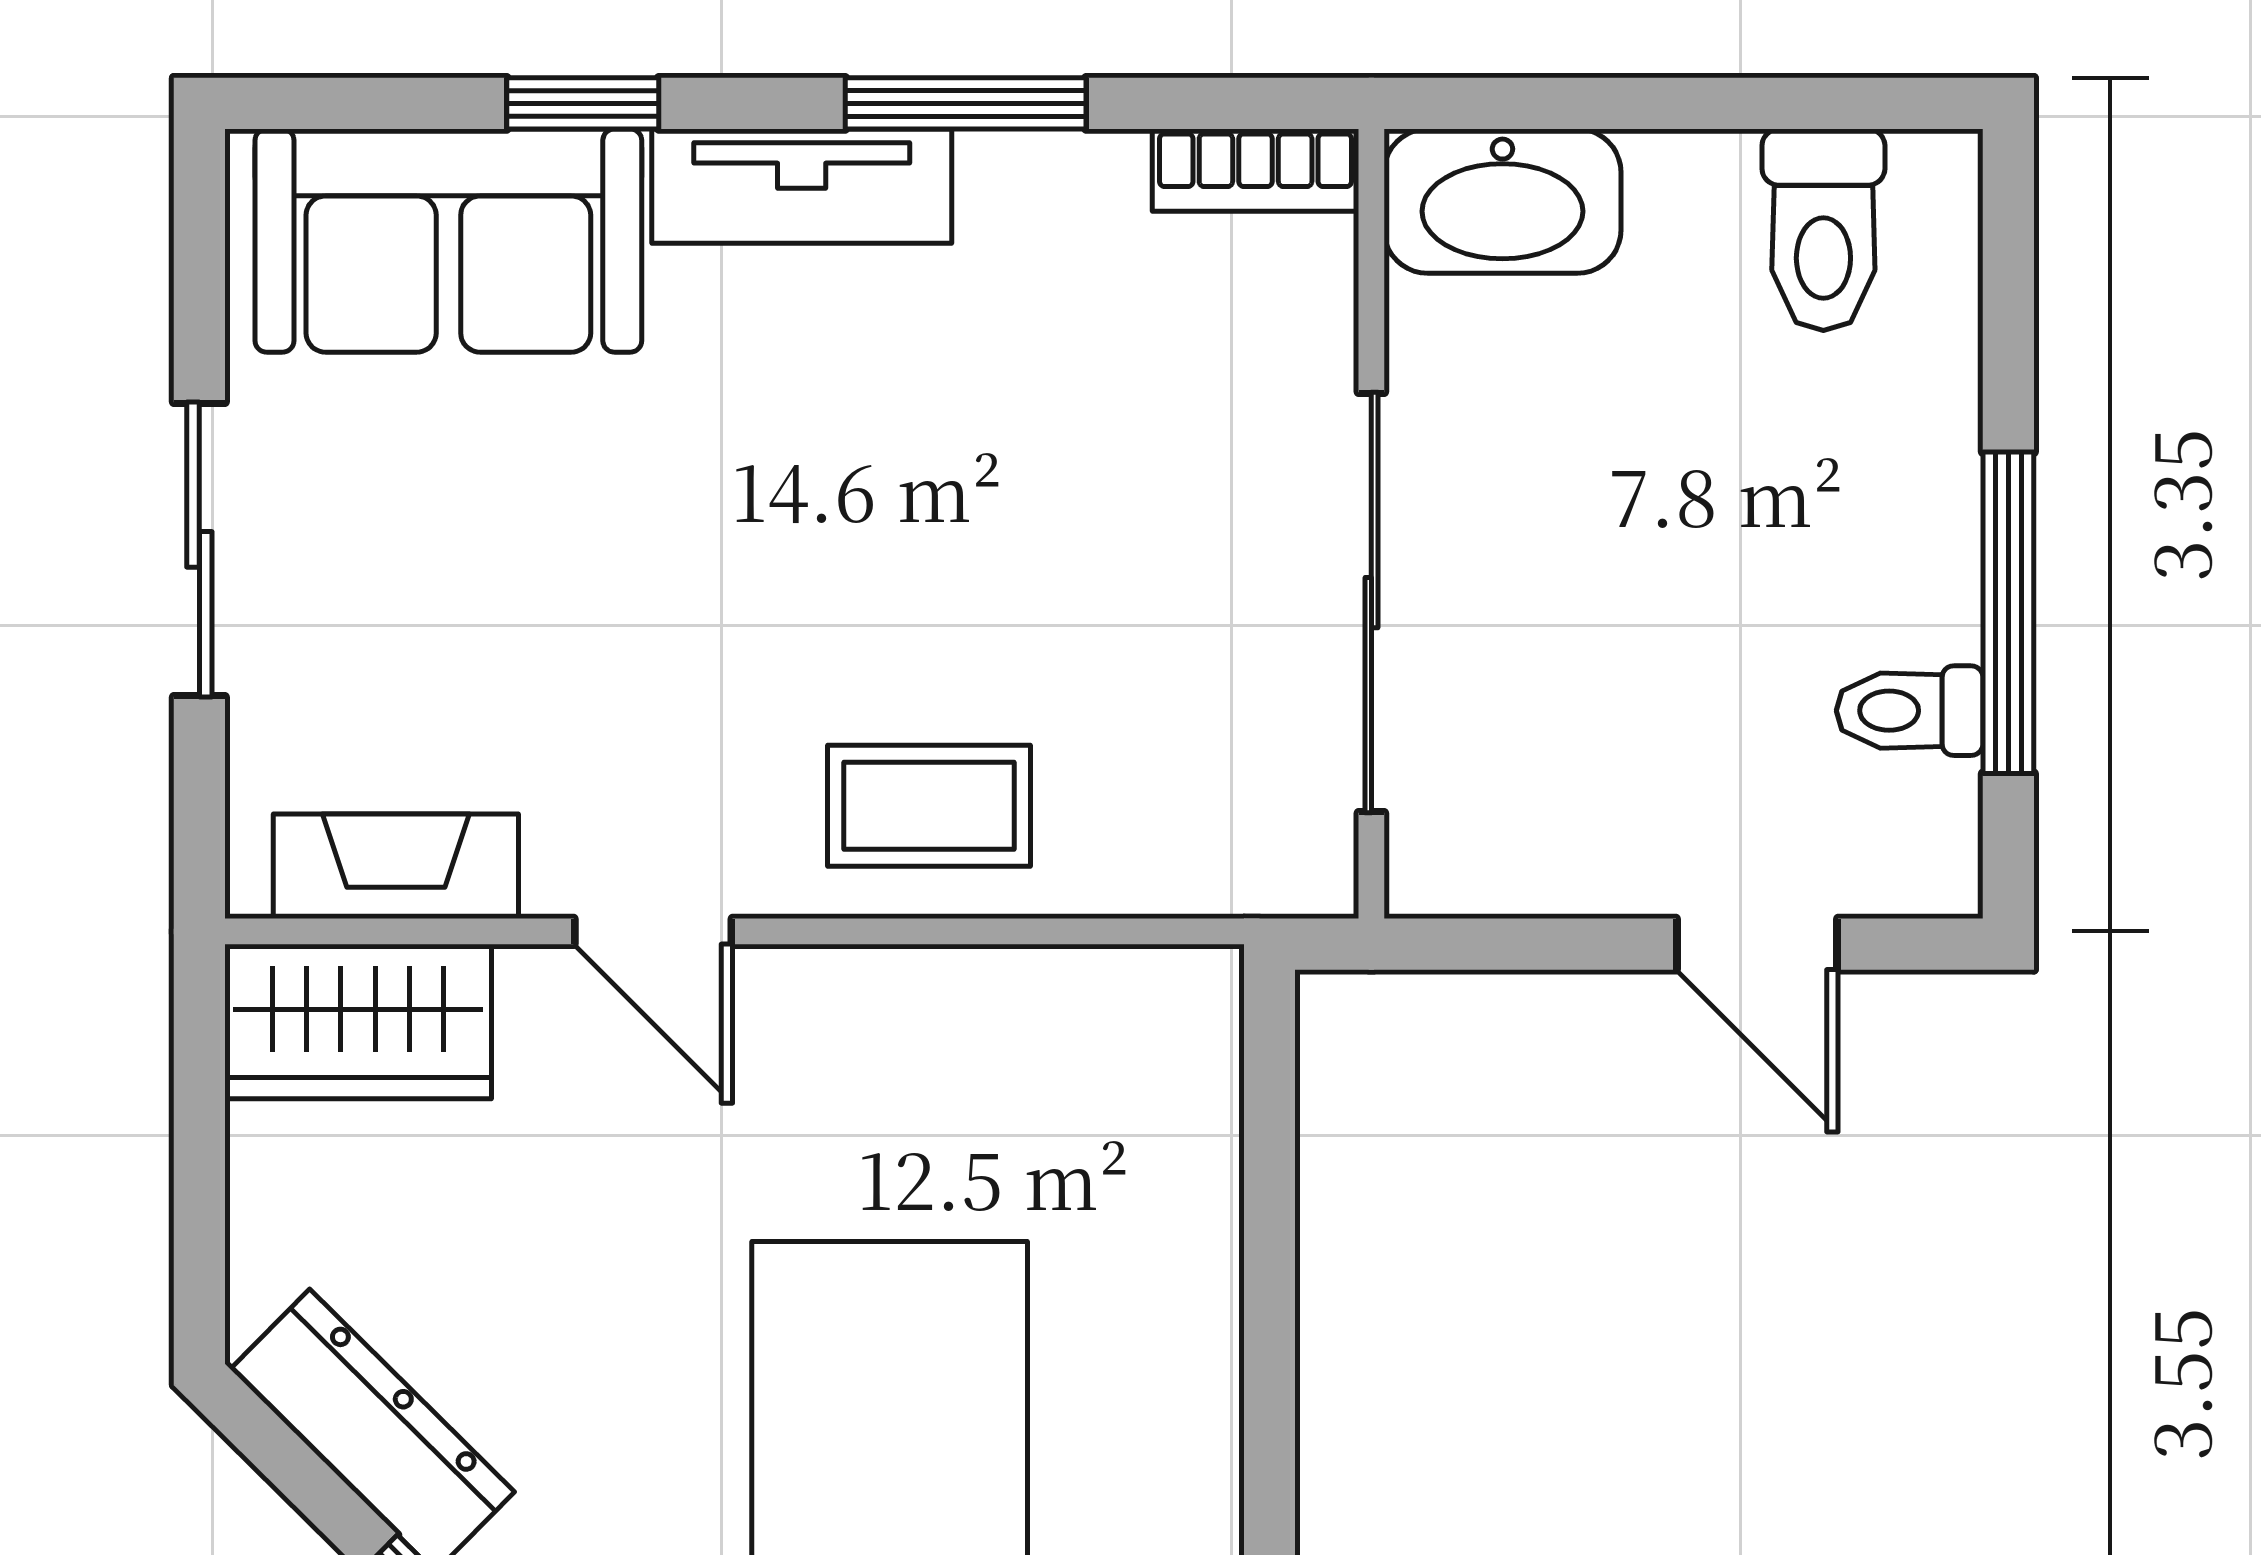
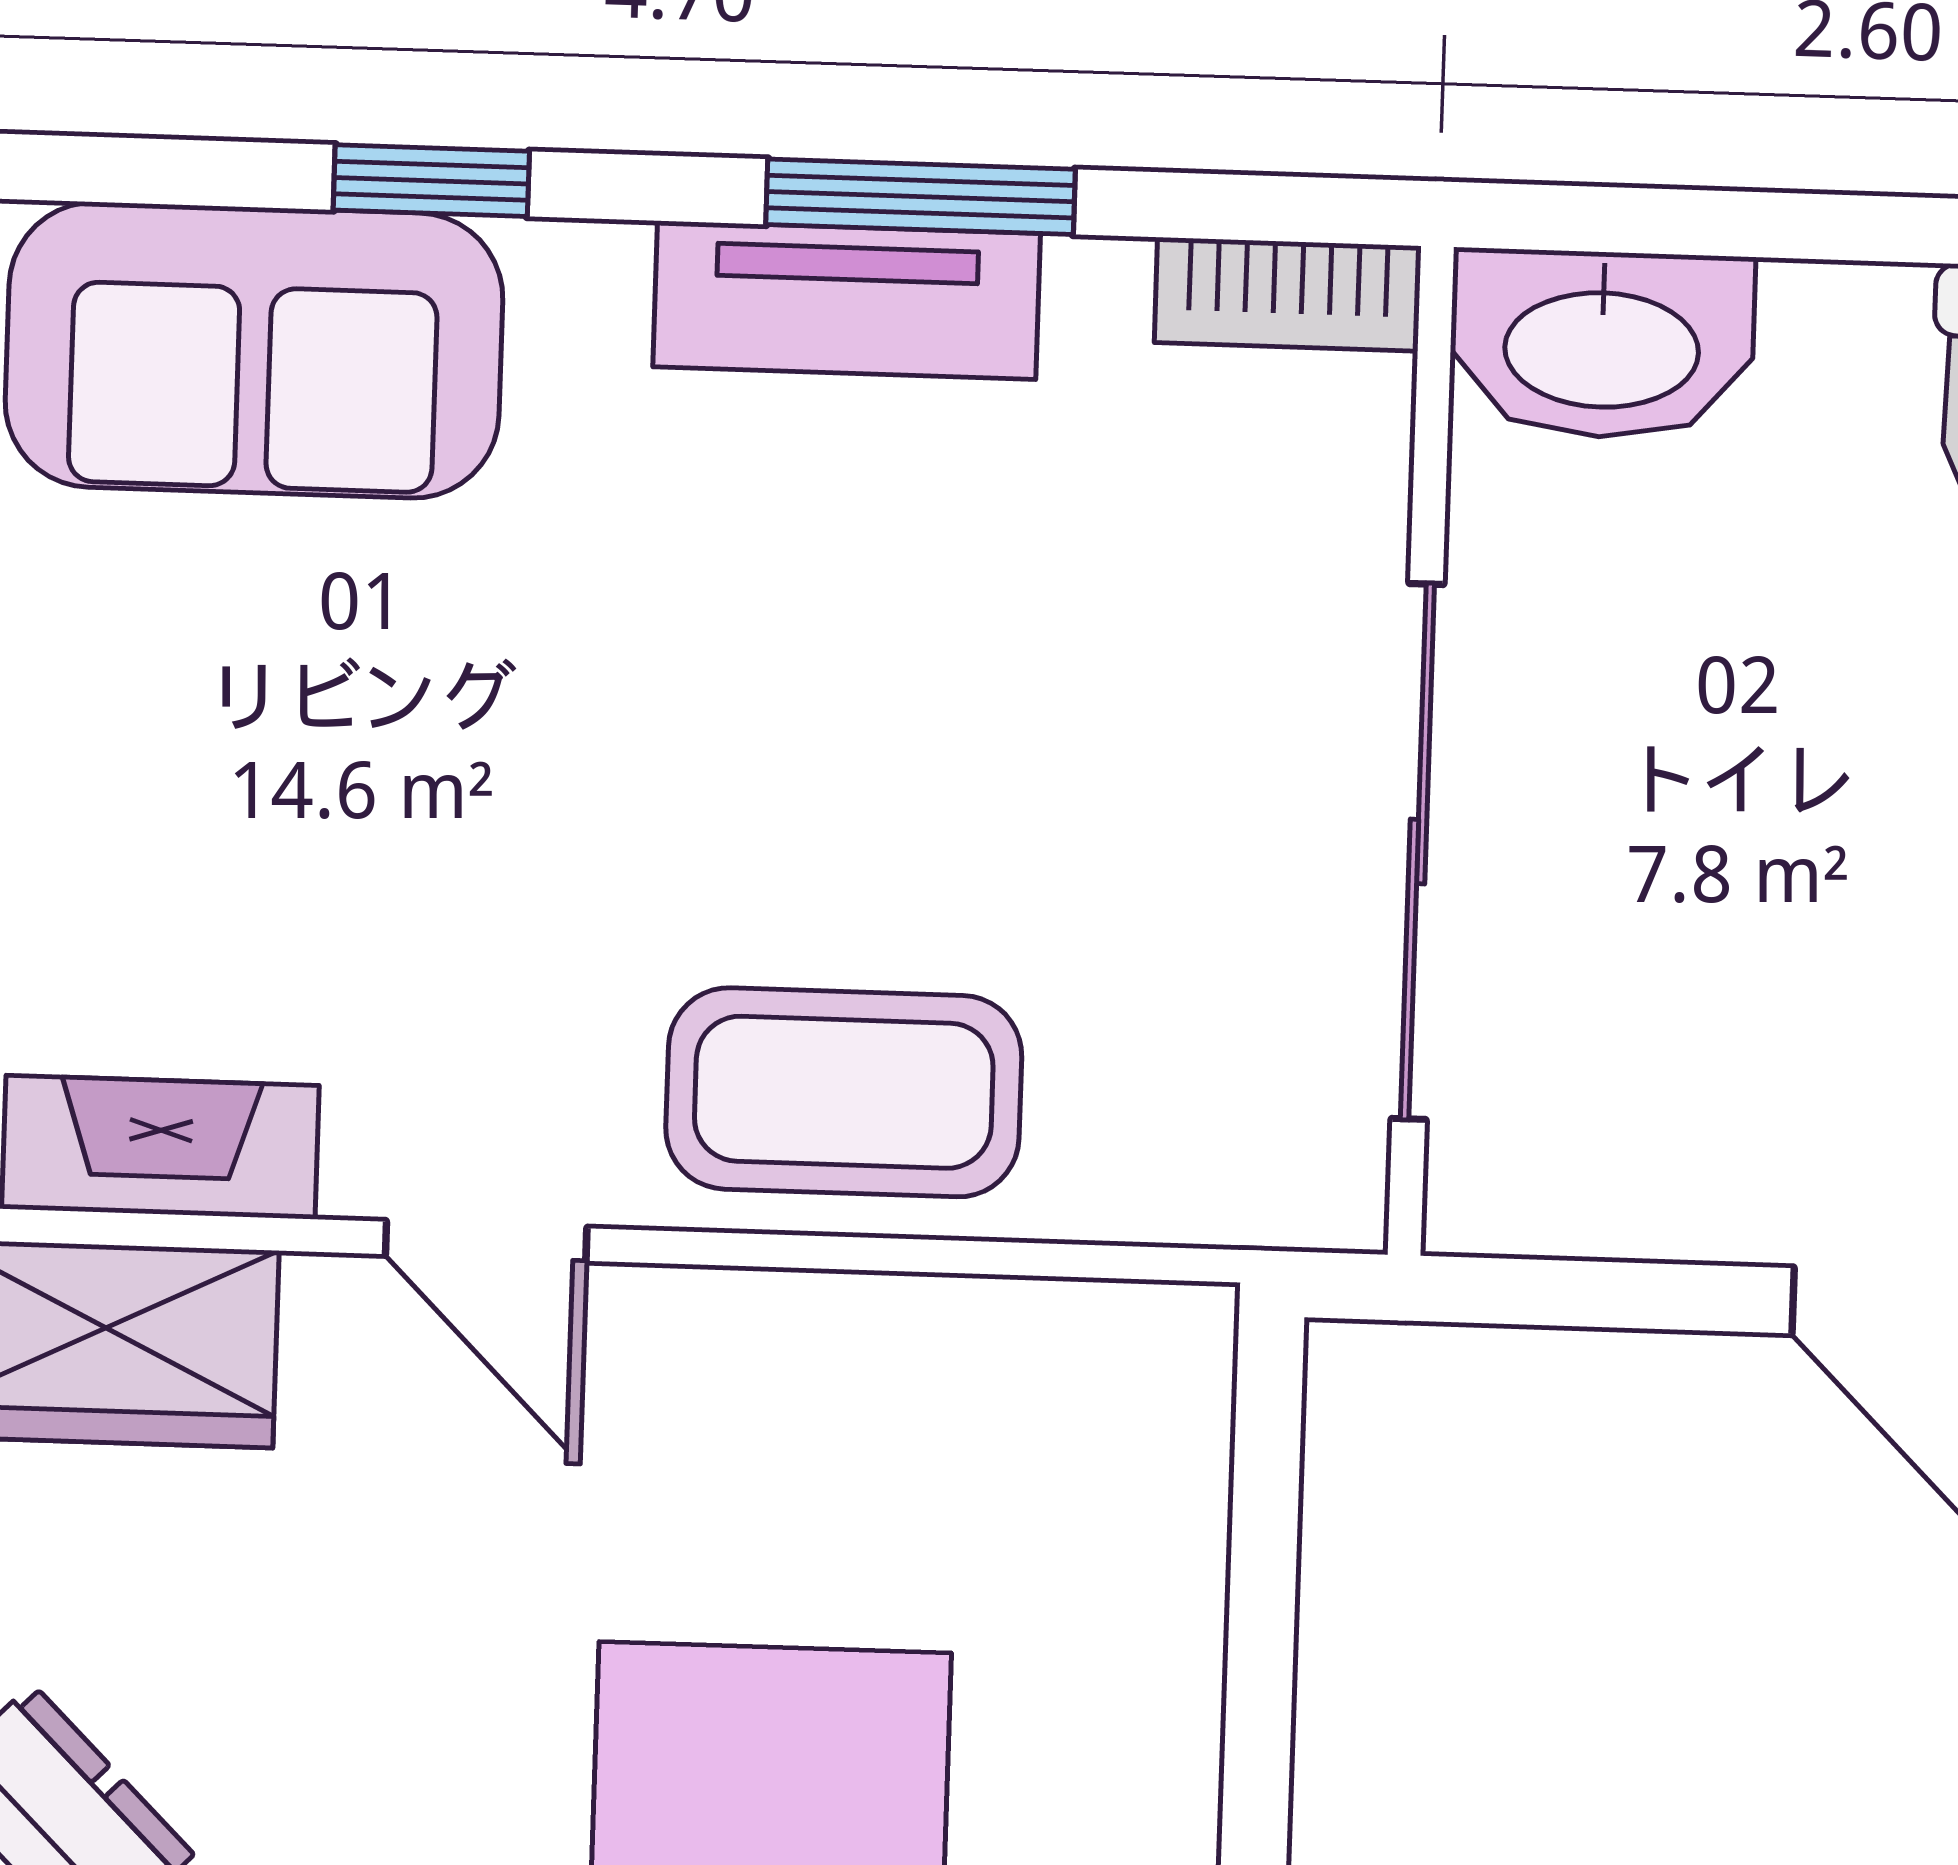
tv unit: (802, 186) -> (847, 300), moved
coffee table: (929, 806) -> (844, 1092), width x1.36, depth x1.30

